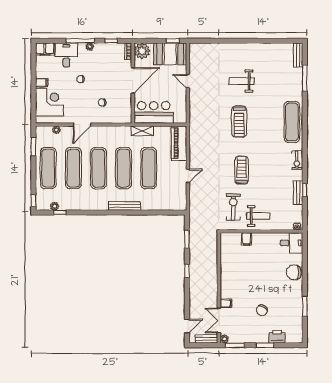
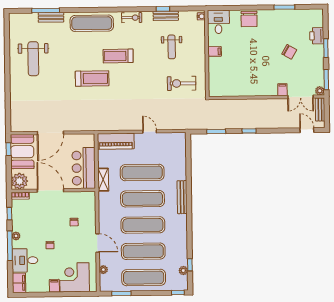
bench: (298, 55) -> (51, 17), moved
door: (188, 81) -> (50, 133), width x1.88
weight bench: (242, 81) -> (33, 59), moved, width x1.36, depth x1.33
treadmill: (242, 170) -> (118, 56), moved
weight bench: (258, 216) -> (172, 47), moved, turned 180
filing cabinet: (246, 239) -> (215, 51), moved

